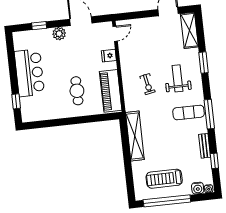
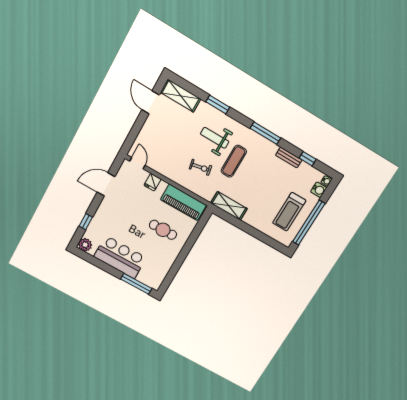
plant: (59, 34) -> (85, 245), moved
window: (16, 101) -> (136, 284), width x2.17
exercise mat: (189, 112) -> (234, 161), moved
shelving: (135, 136) -> (229, 206), width x0.68

